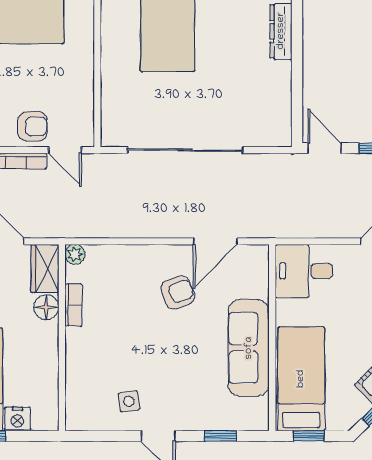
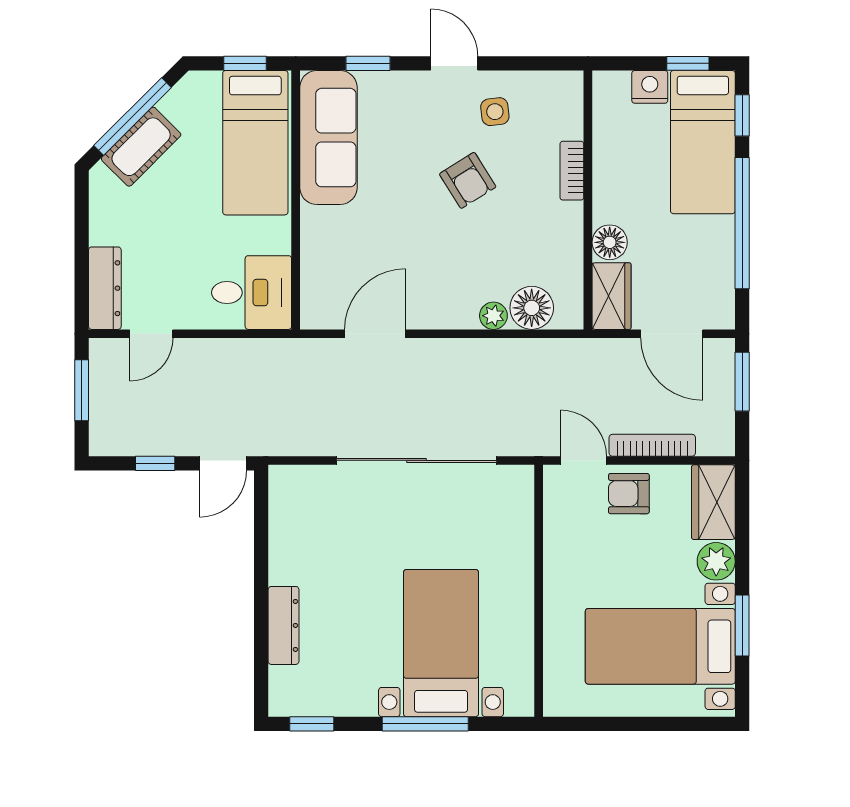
door: (325, 148) -> (223, 463), hinge flipped
plant: (75, 254) -> (493, 316), moved
floor lamp: (102, 260) -> (532, 308), added
armchair: (178, 292) -> (468, 180), moved, turned -102
bookcase: (73, 305) -> (572, 171), moved
sofa: (249, 348) -> (328, 138), moved

